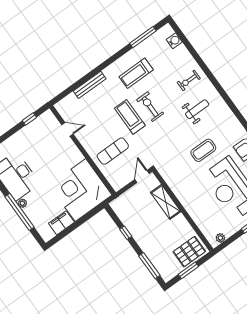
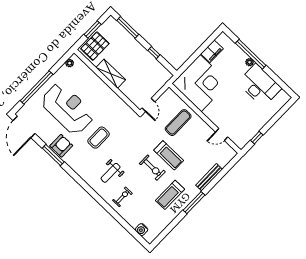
window: (143, 37) -> (194, 203), moved
treadmill: (136, 73) -> (170, 195), turned 180
shelving: (166, 202) -> (111, 74), moved

